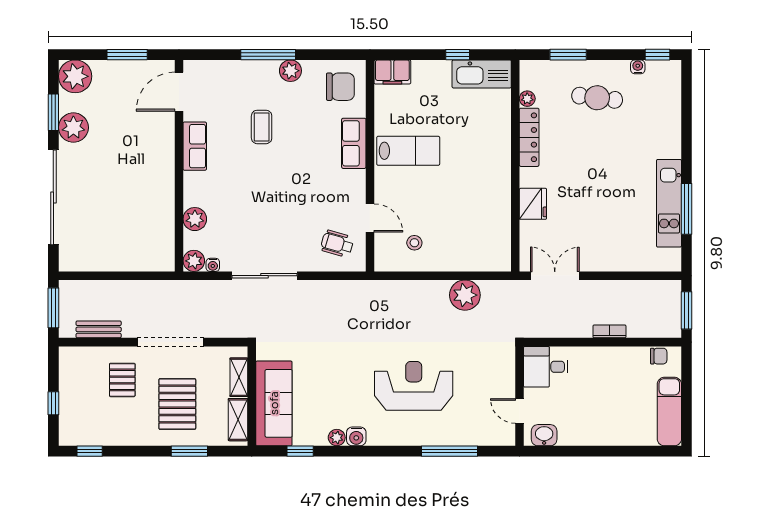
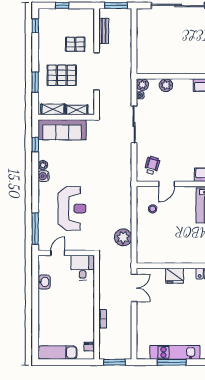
desk: (546, 367) -> (83, 268), moved
wall: (519, 396) -> (66, 253), moved
door: (519, 411) -> (58, 253), moved

